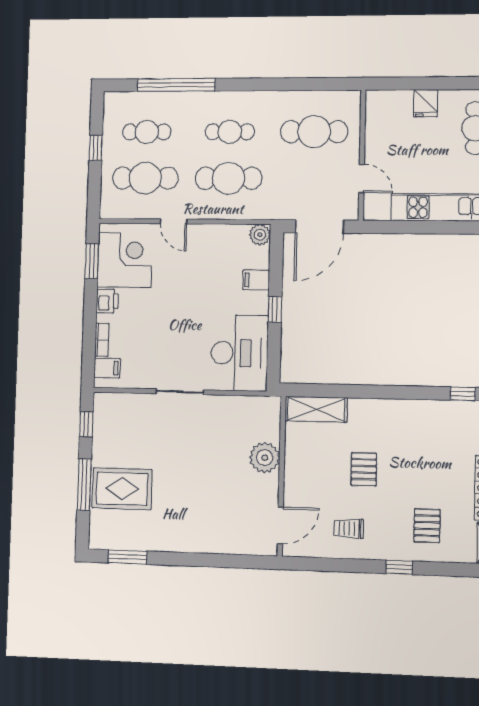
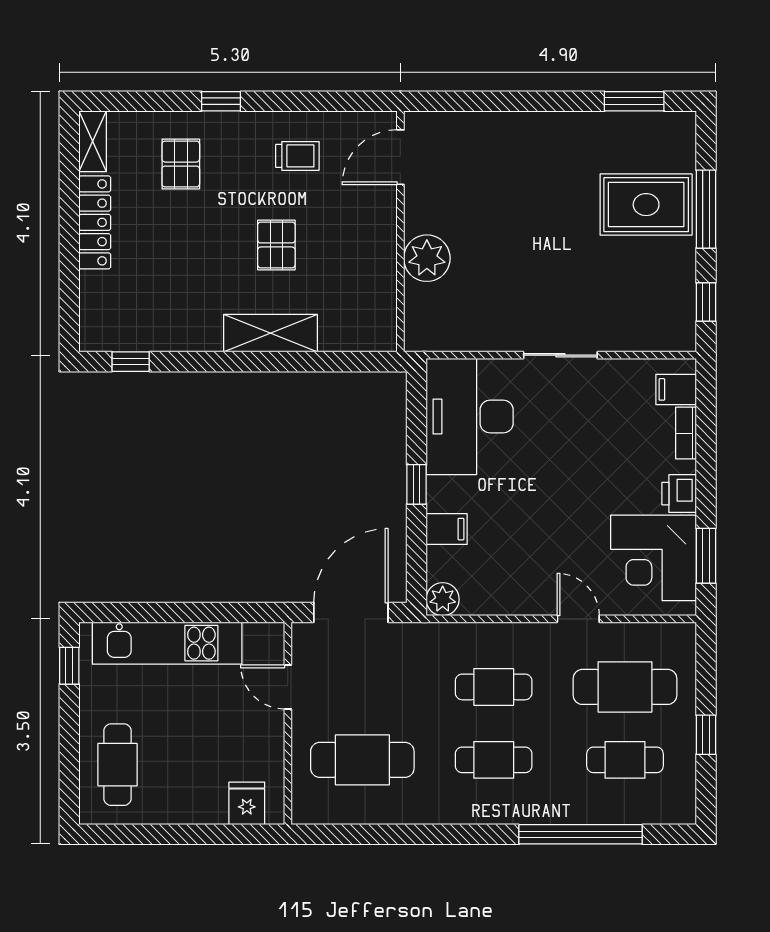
fridge: (426, 103) -> (247, 803), moved
cafe table: (229, 178) -> (494, 687), width x0.73, depth x0.74
shelving: (316, 409) -> (270, 333), moved

